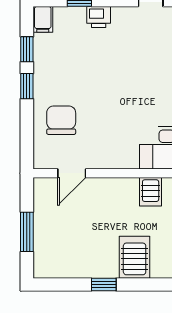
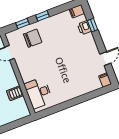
printer: (99, 17) -> (84, 28), moved
window: (27, 49) -> (22, 23), moved

